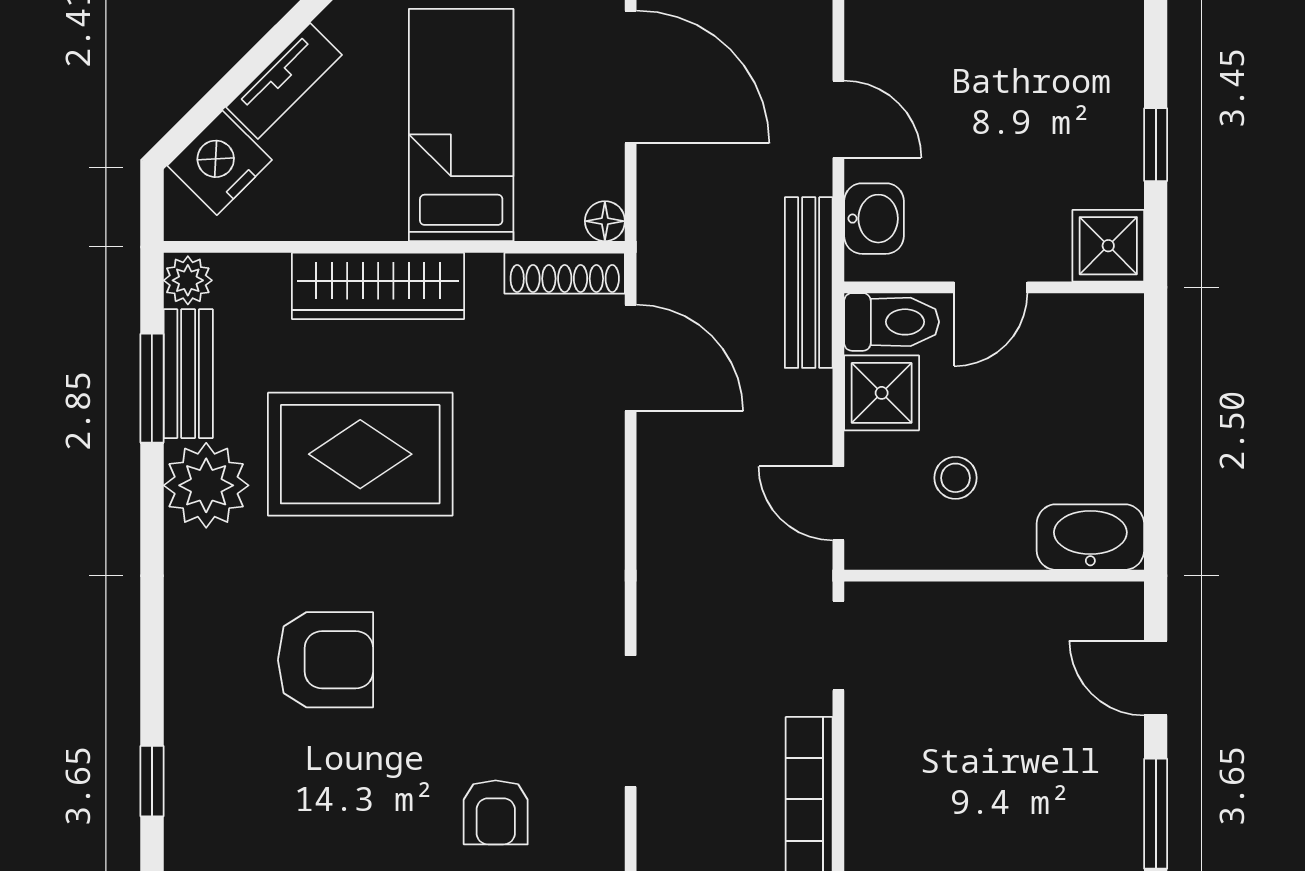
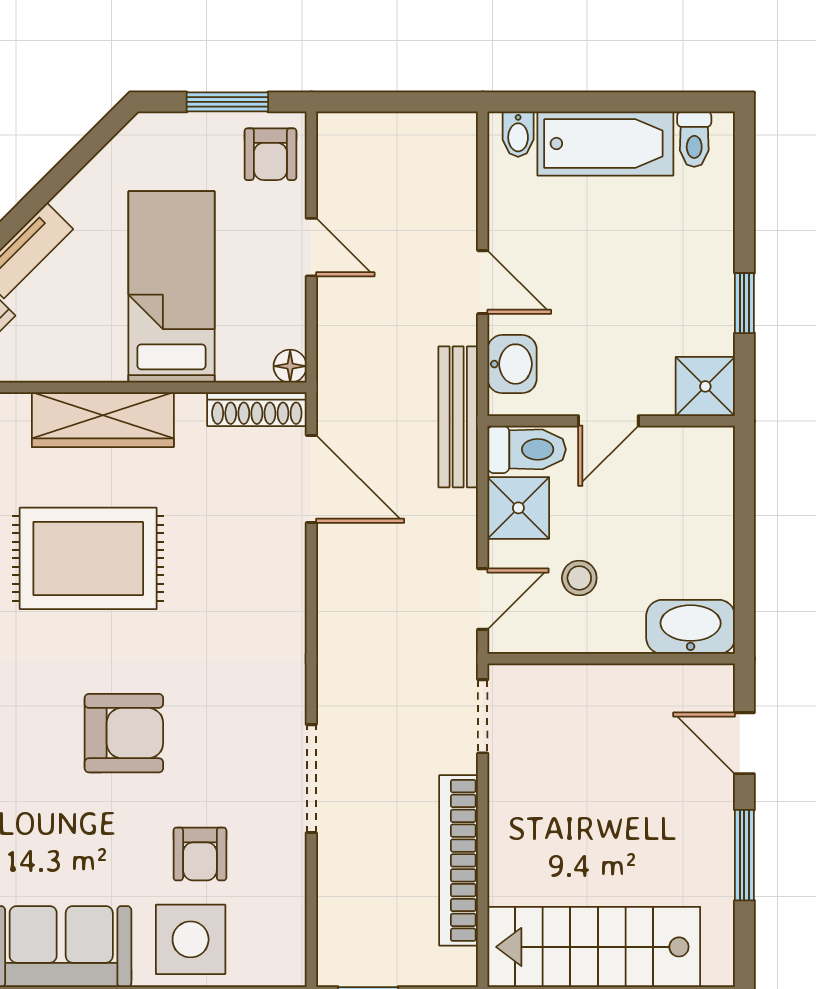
door: (631, 77) -> (311, 247), width x0.53
door: (838, 503) -> (483, 599), swing flipped
armchair: (326, 660) -> (124, 733), moved

